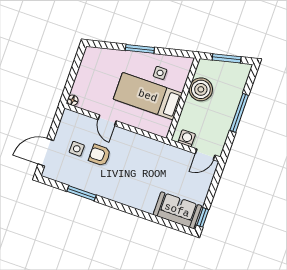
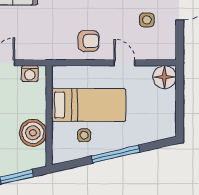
window: (140, 49) -> (116, 154), width x1.44
floor lamp: (73, 100) -> (165, 77), width x1.89, depth x1.89
armchair: (100, 155) -> (88, 41), moved

